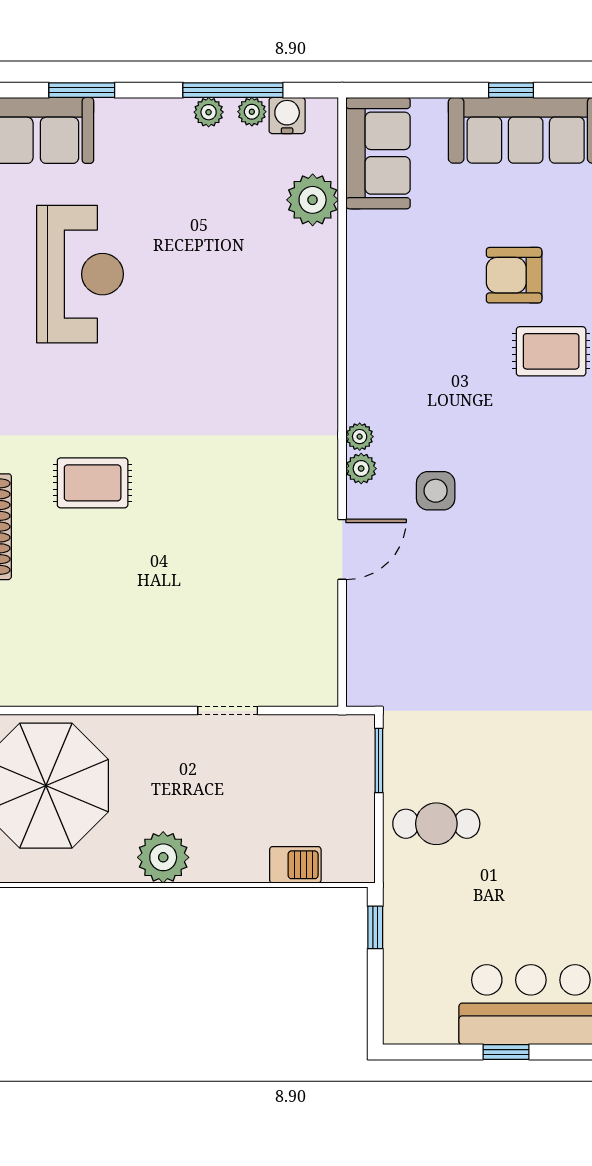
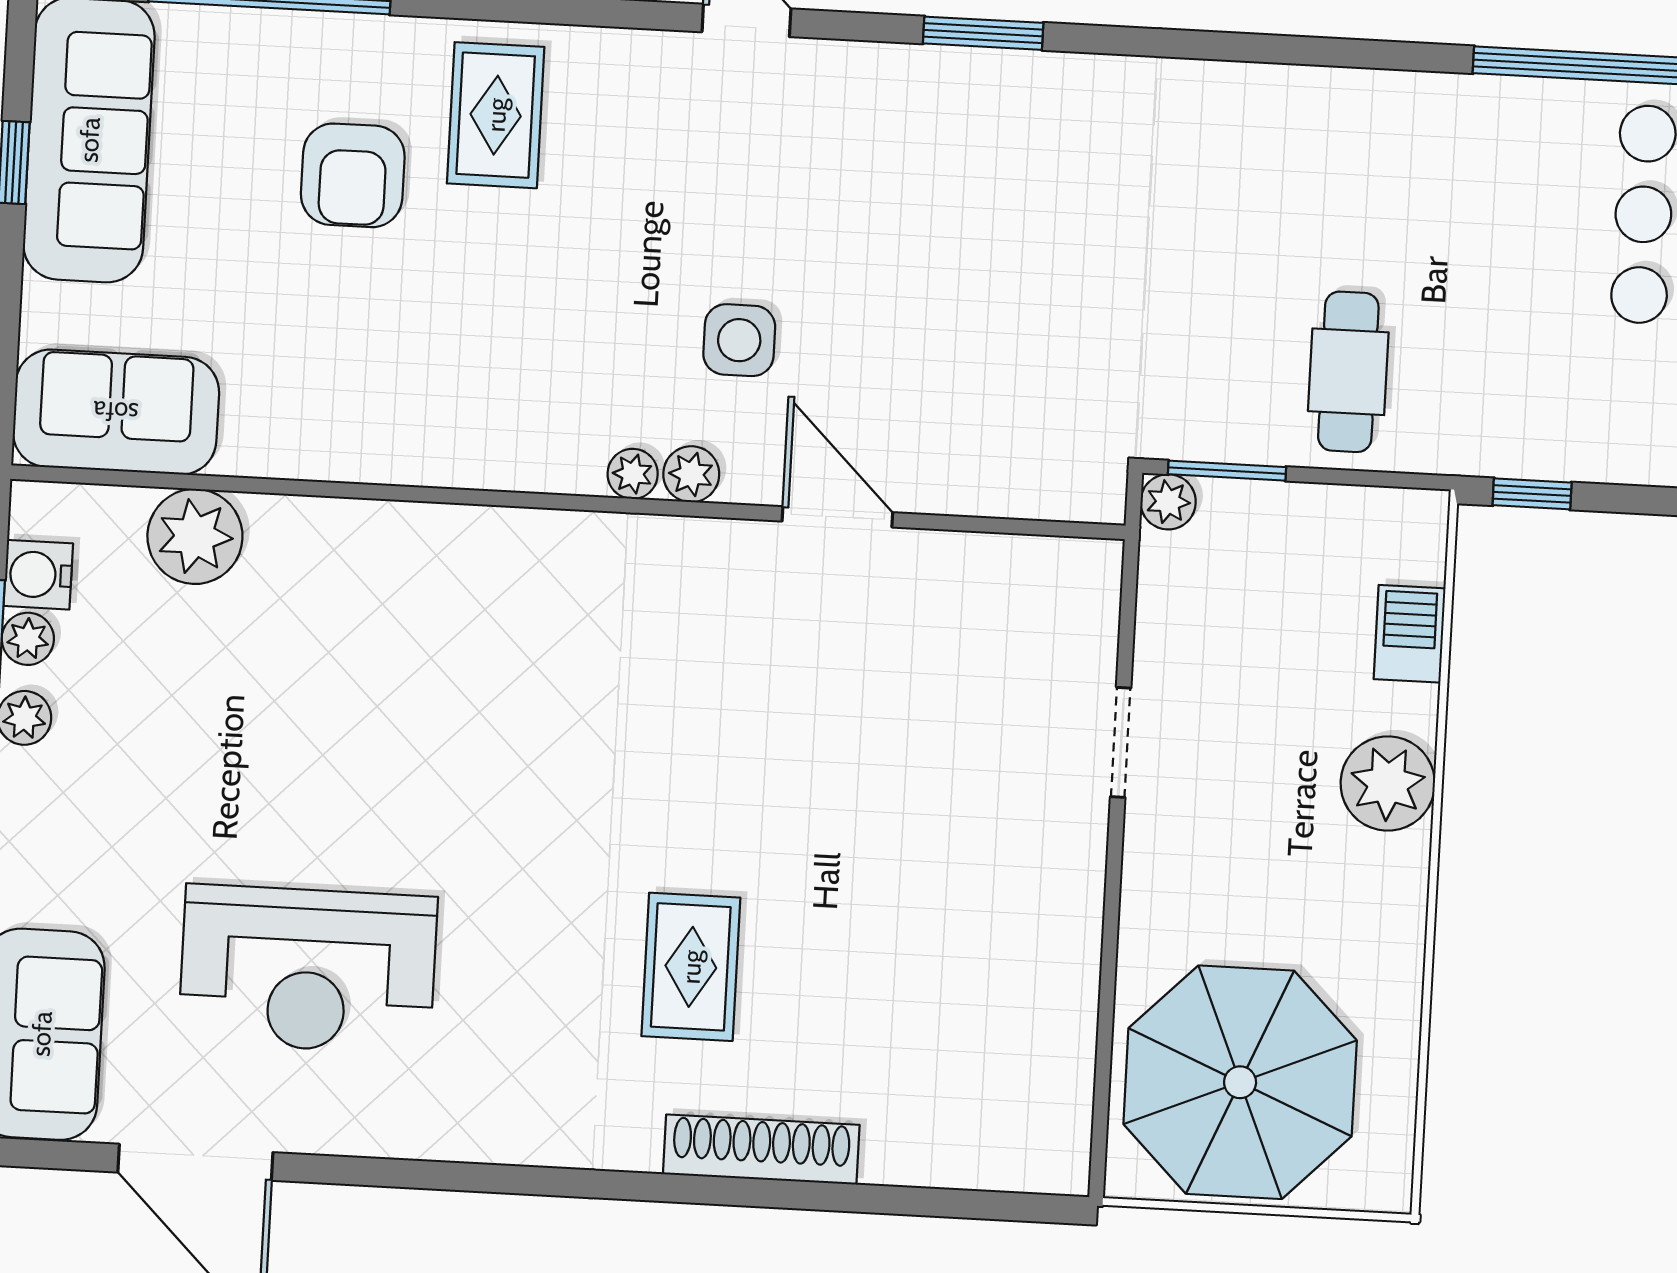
reception desk: (80, 274) -> (308, 969), turned 180
plant: (360, 729) -> (1168, 502), added
plant: (163, 857) -> (1388, 783), moved

